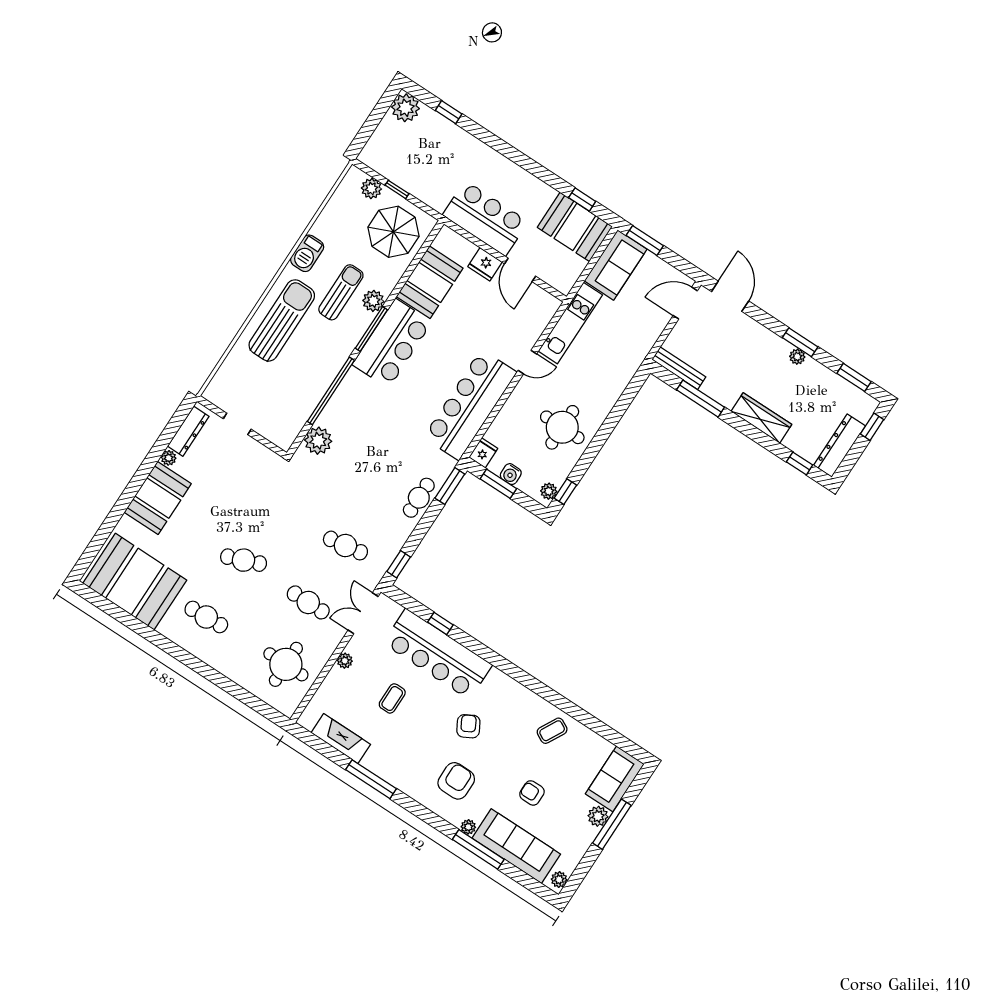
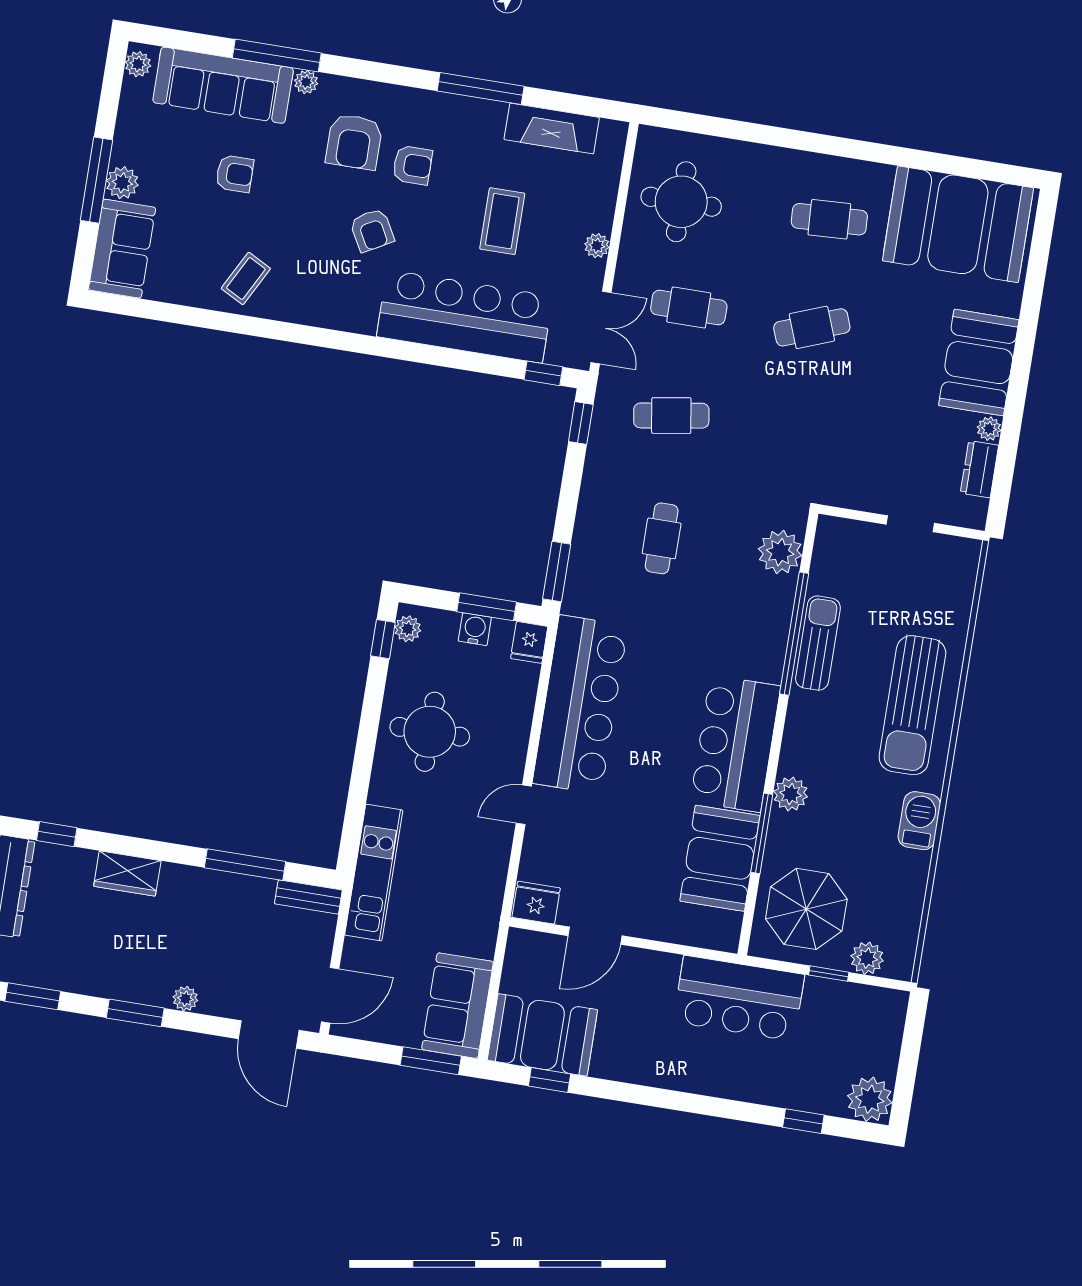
bar counter: (485, 218) -> (739, 998), moved
fridge: (485, 264) -> (536, 903), moved
door: (520, 270) -> (595, 936), swing flipped
sun lounger: (341, 292) -> (818, 643), moved, turned 180
kitchen unit: (570, 323) -> (374, 873), moved, turned 180
window: (371, 329) -> (762, 833), moved
plant: (797, 357) -> (185, 999), moved
bench: (679, 368) -> (308, 897), width x0.73
wardrobe: (761, 418) -> (127, 873), width x0.67
dresser: (188, 431) -> (979, 469), width x0.70
cafe table: (419, 498) -> (662, 538), moved
window: (440, 623) -> (543, 373), moved
coffee table: (392, 698) -> (502, 221), width x1.36, depth x1.30
armchair: (429, 753) -> (412, 165), added

